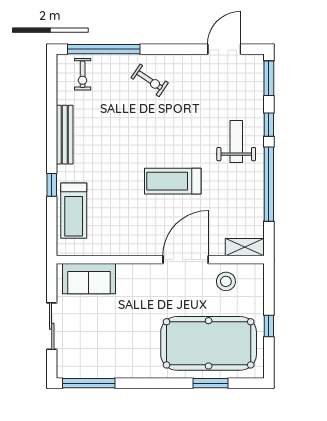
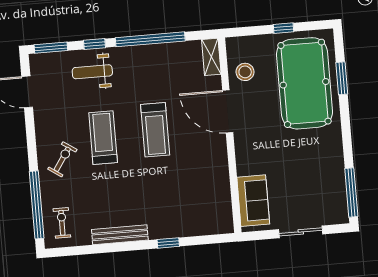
exercise bike: (83, 74) -> (62, 223), turned -90
weight bench: (236, 141) -> (92, 72), moved
treadmill: (74, 211) -> (103, 138), moved, turned -90

